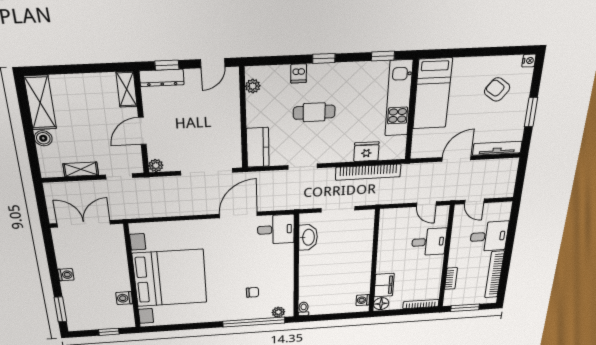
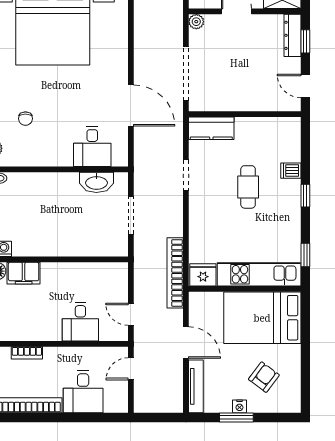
nightstand: (529, 61) -> (239, 406), moved
plant: (253, 86) -> (280, 125), removed
bed: (432, 94) -> (262, 318), width x1.50
fridge: (366, 152) -> (203, 275), moved, turned -90
bookcase: (368, 172) -> (175, 273), moved
door: (426, 204) -> (131, 314), hinge flipped
desk: (276, 229) -> (92, 146), moved

